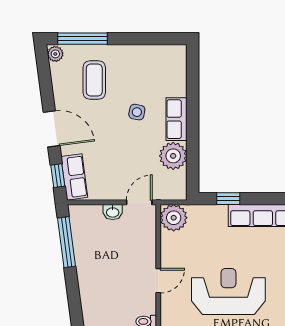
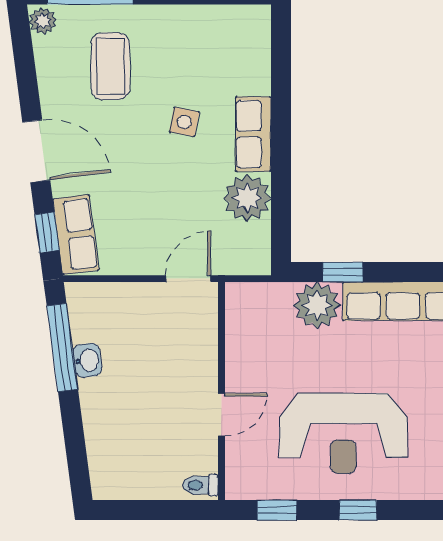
washbasin: (113, 212) -> (87, 360), moved, turned -98
plant: (174, 218) -> (317, 305), moved
reception desk: (228, 292) -> (343, 433), turned 180

